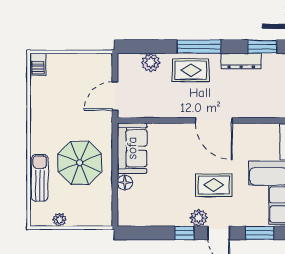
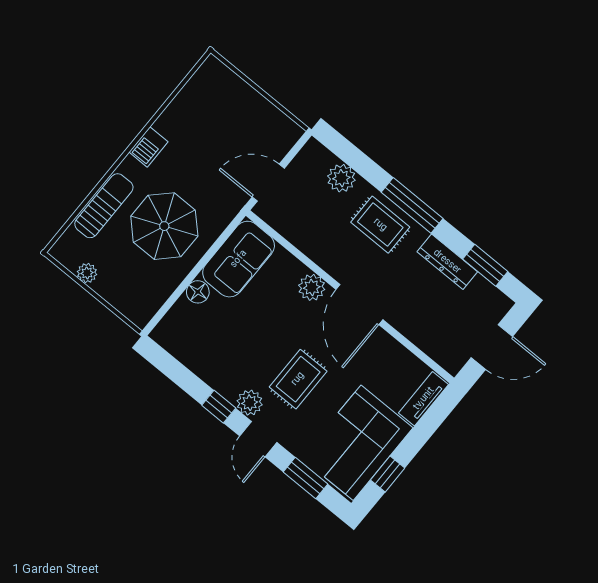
barbecue: (38, 64) -> (148, 147), moved
plant: (182, 132) -> (312, 287), added
rug: (214, 185) -> (298, 379), turned 90

